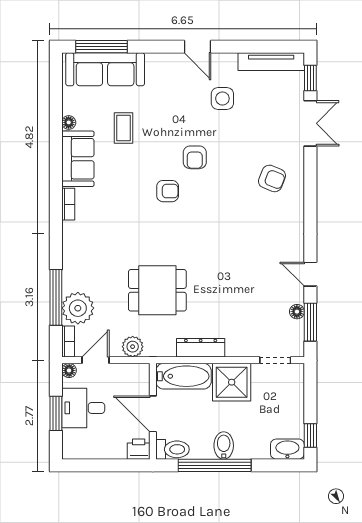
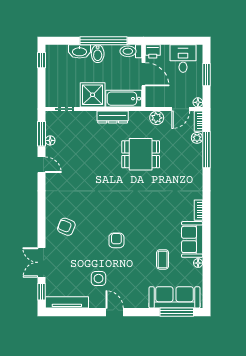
armchair: (168, 191) -> (134, 219), removed
plant: (78, 308) -> (197, 138), width x0.53, depth x0.53
desk: (83, 408) -> (183, 59), moved, turned -90
washbasin: (287, 449) -> (80, 51), moved

